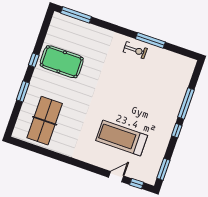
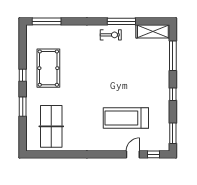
shelving: (178, 61) -> (153, 31), added
pool table: (62, 62) -> (48, 68), turned 90
window: (186, 103) -> (173, 56), moved

